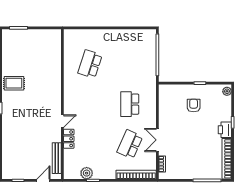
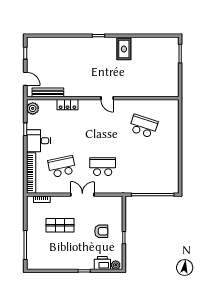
door: (62, 121) -> (107, 98), moved
printer: (225, 130) -> (102, 263), moved
double door: (157, 140) -> (82, 195), moved
school desk: (130, 144) -> (62, 167), turned -36
shop shelf: (188, 146) -> (60, 225), added
bookcase: (227, 159) -> (47, 265), removed
desk: (104, 167) -> (38, 141), added
plant: (87, 173) -> (33, 108), moved

